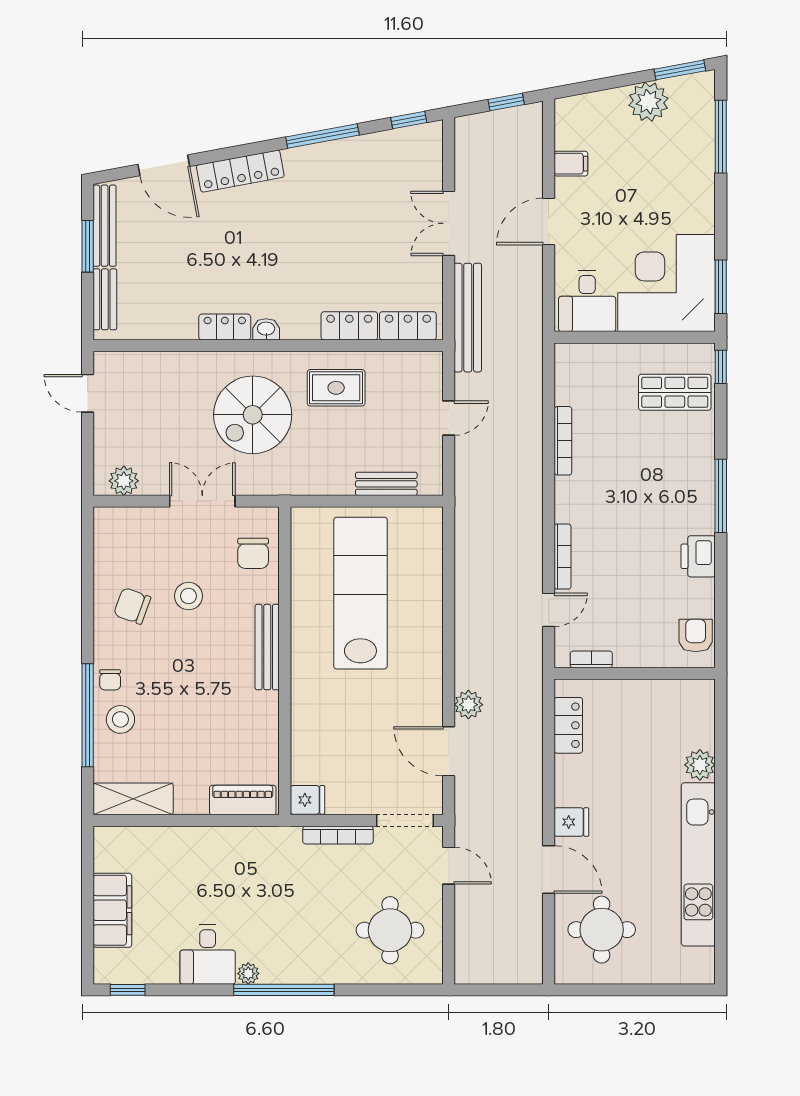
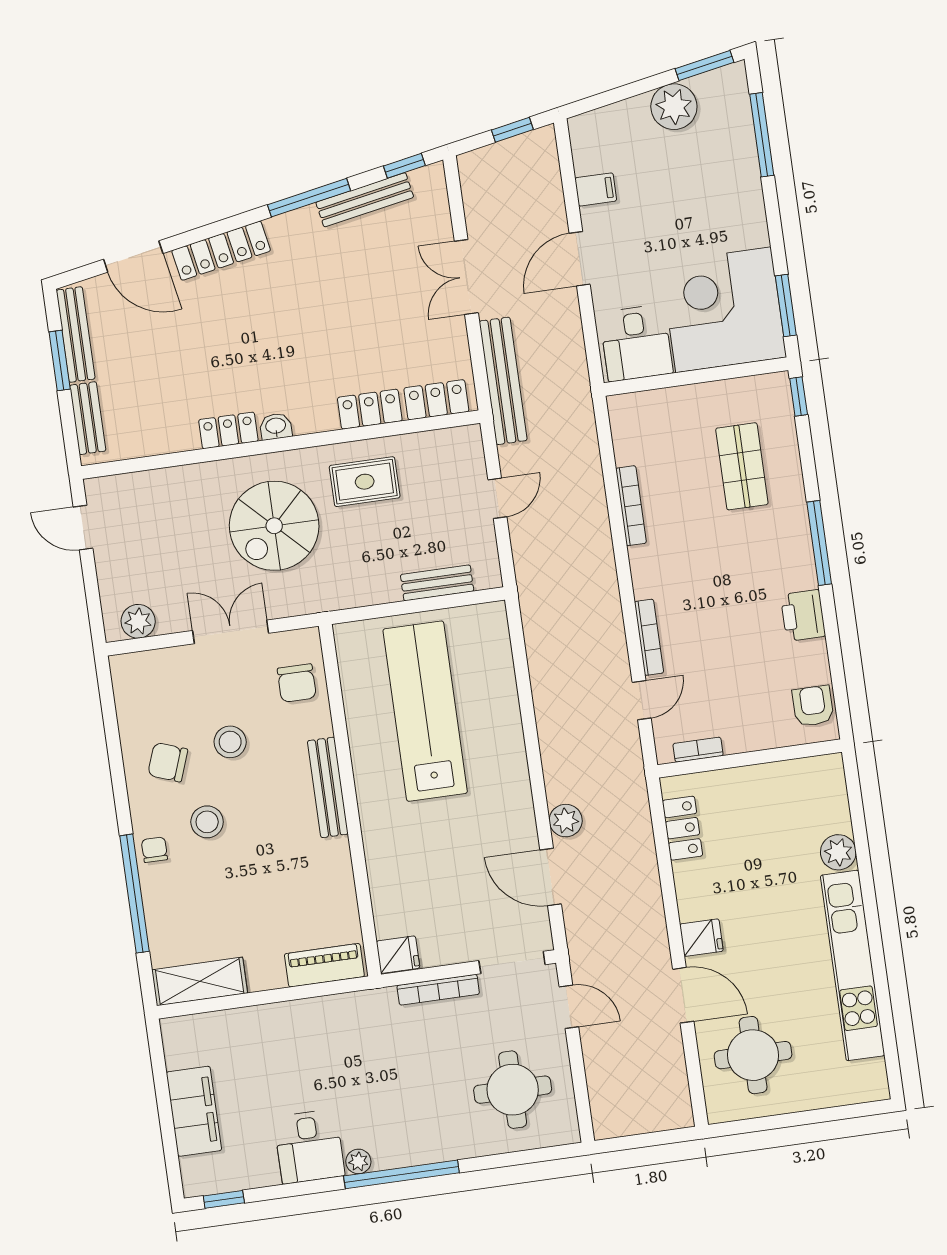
bench: (370, 145) -> (365, 200), added
shop shelf: (675, 392) -> (742, 466), moved, turned 90
chair: (110, 680) -> (154, 850), turned 180
stool: (120, 719) -> (207, 822), moved

